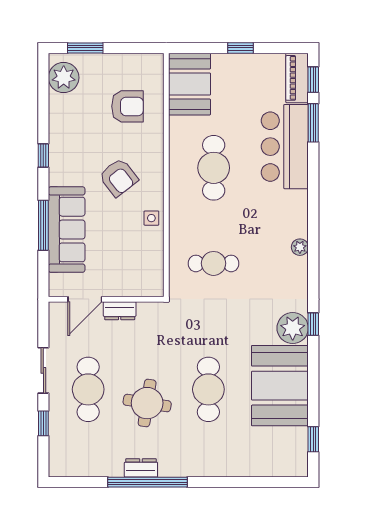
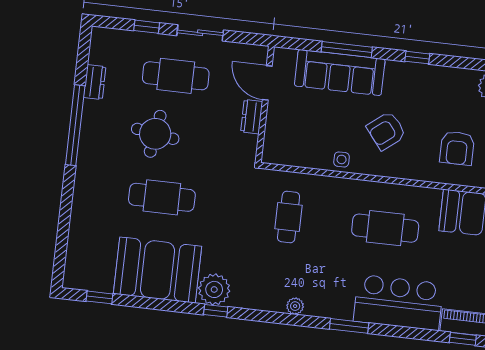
window: (313, 123) -> (349, 326), moved
dresser: (141, 468) -> (95, 82), moved

